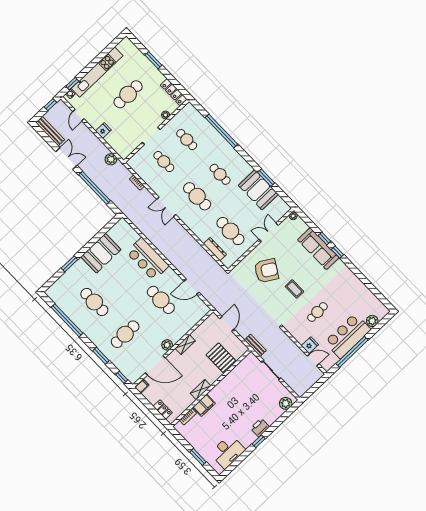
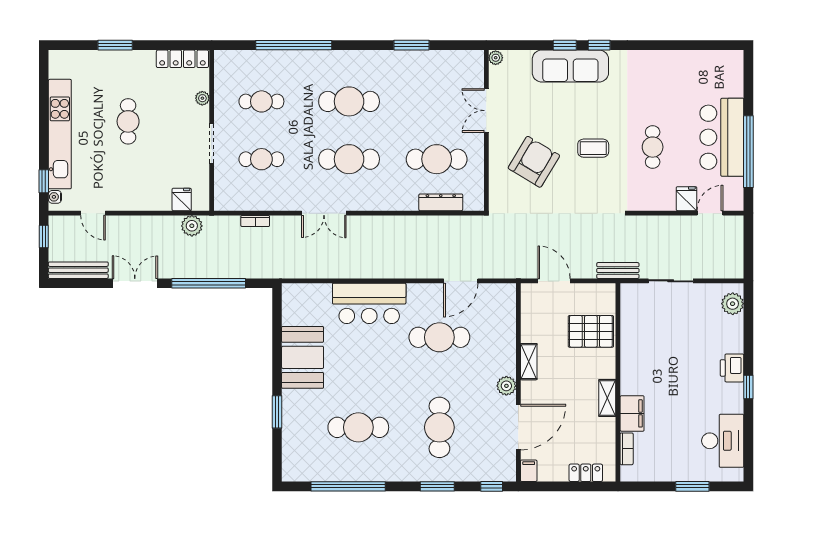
cafe table: (128, 94) -> (128, 121), width x0.73, depth x0.74
fridge: (103, 131) -> (182, 199), moved
cafe table: (220, 174) -> (349, 101), width x1.37, depth x1.35
booth: (258, 190) -> (418, 71), removed
plant: (372, 321) -> (733, 86), removed

